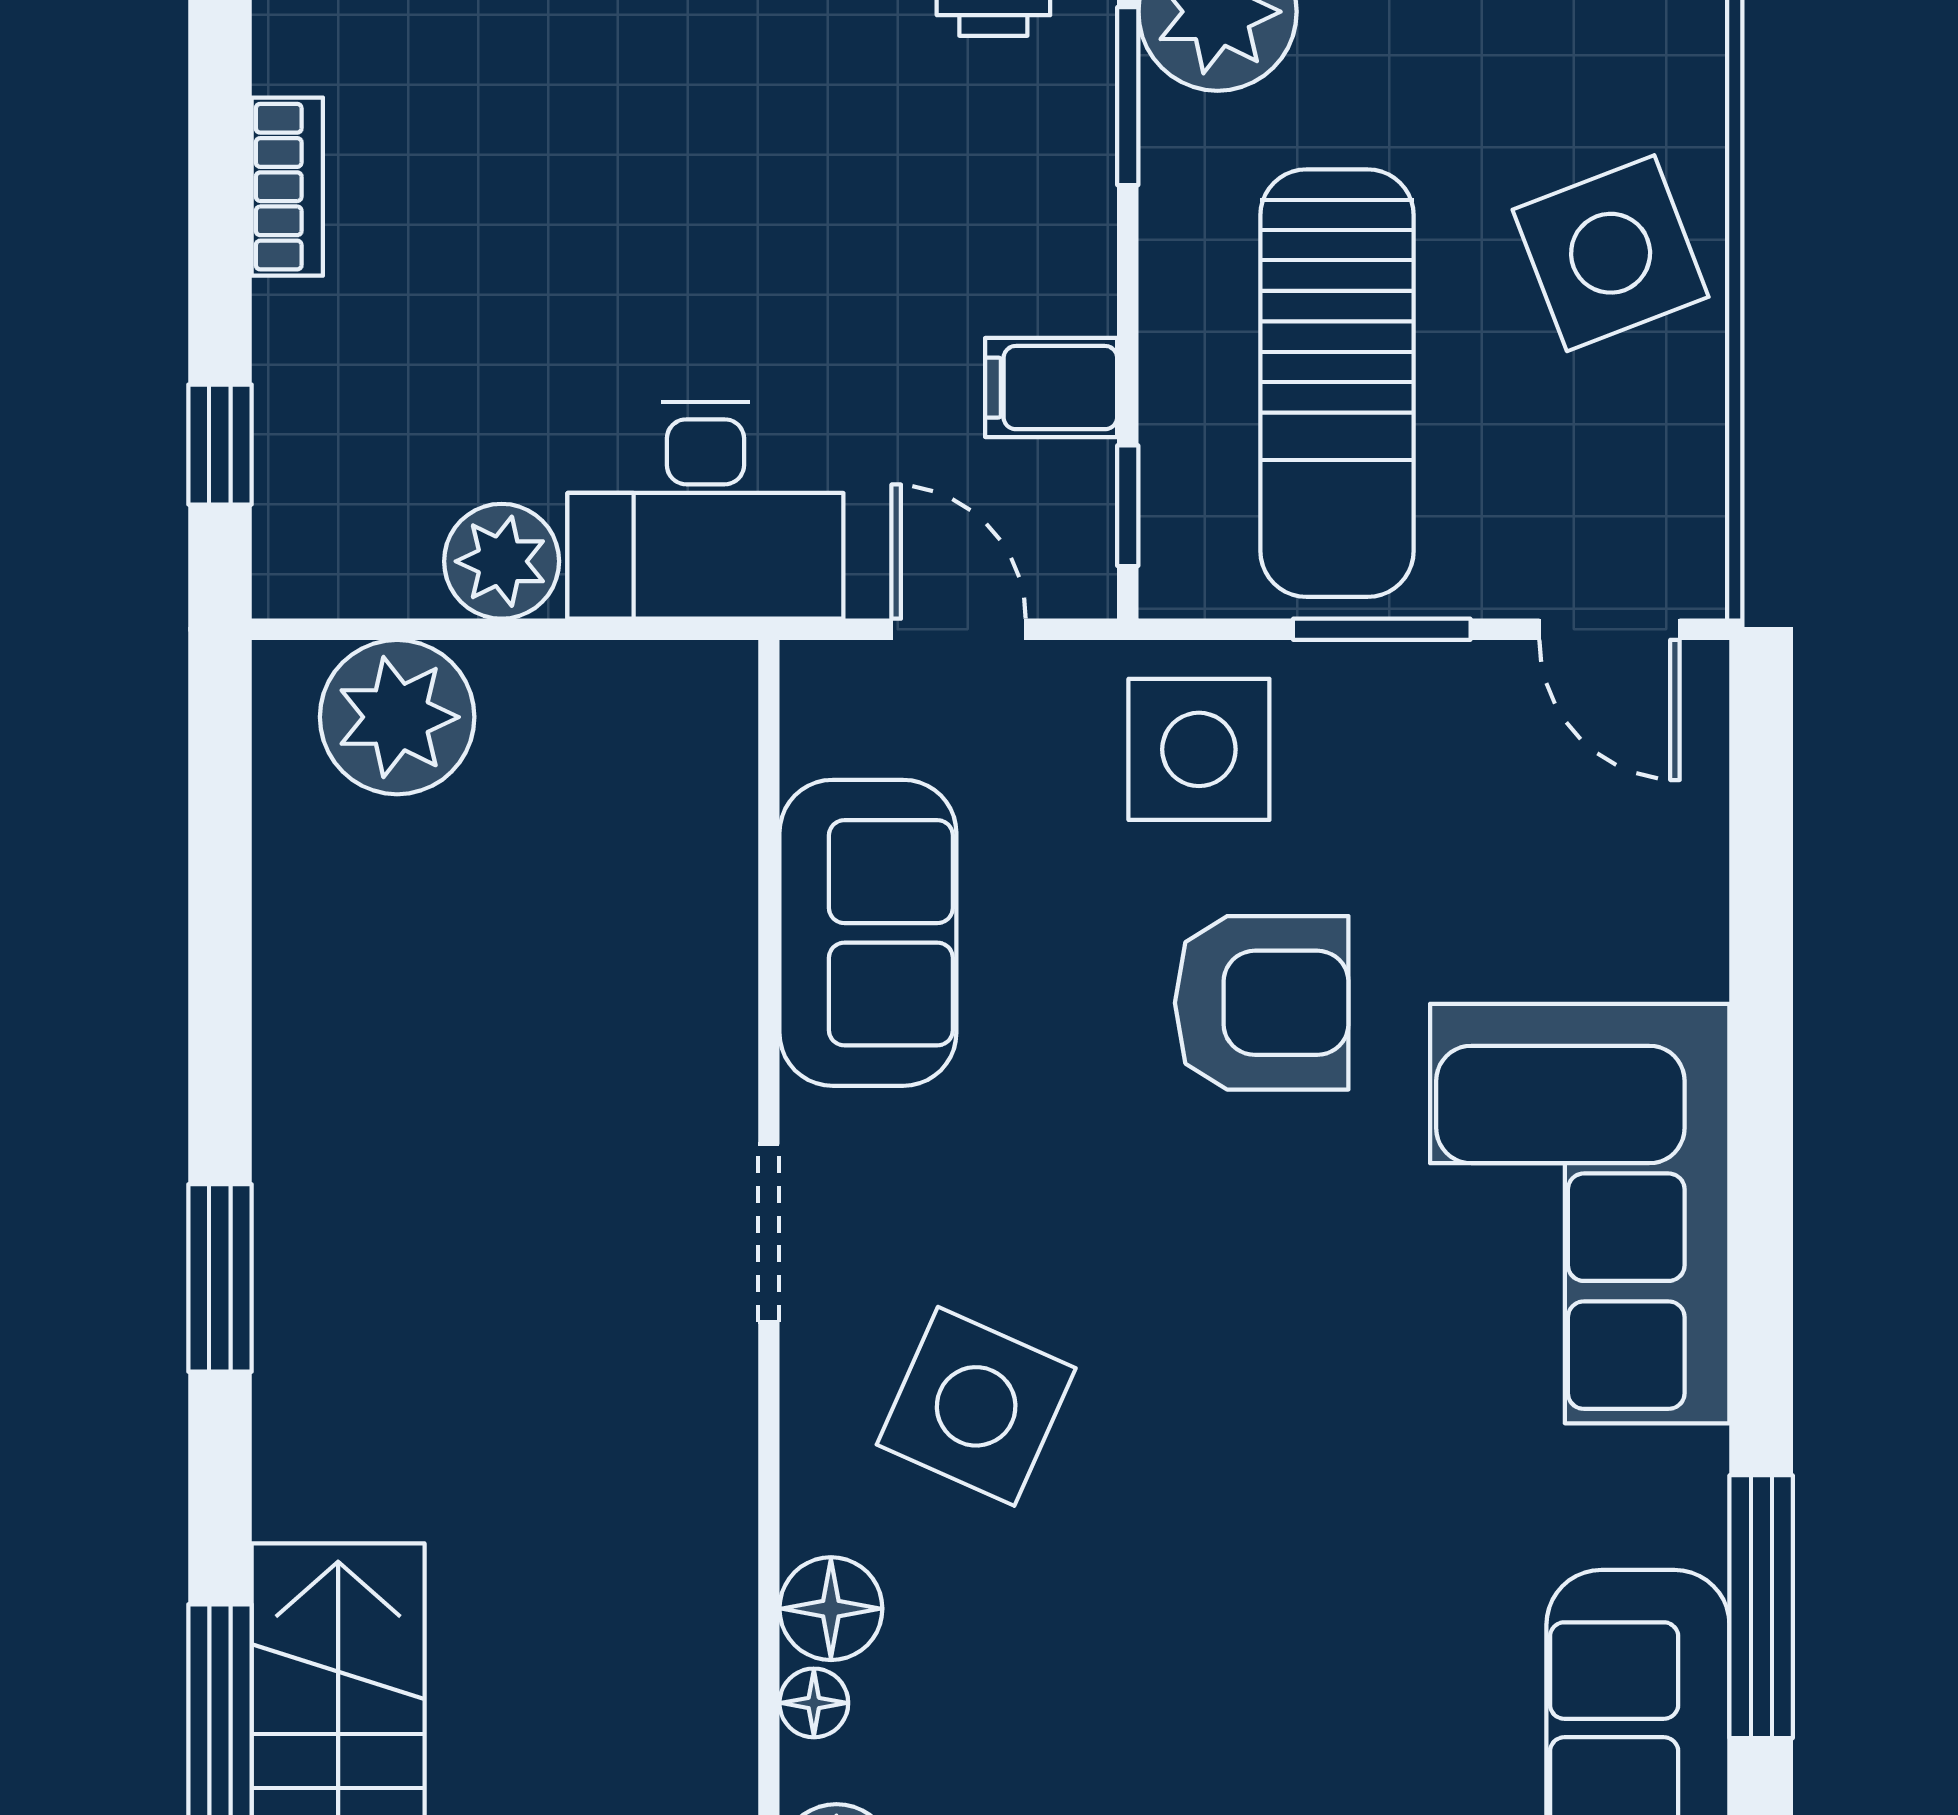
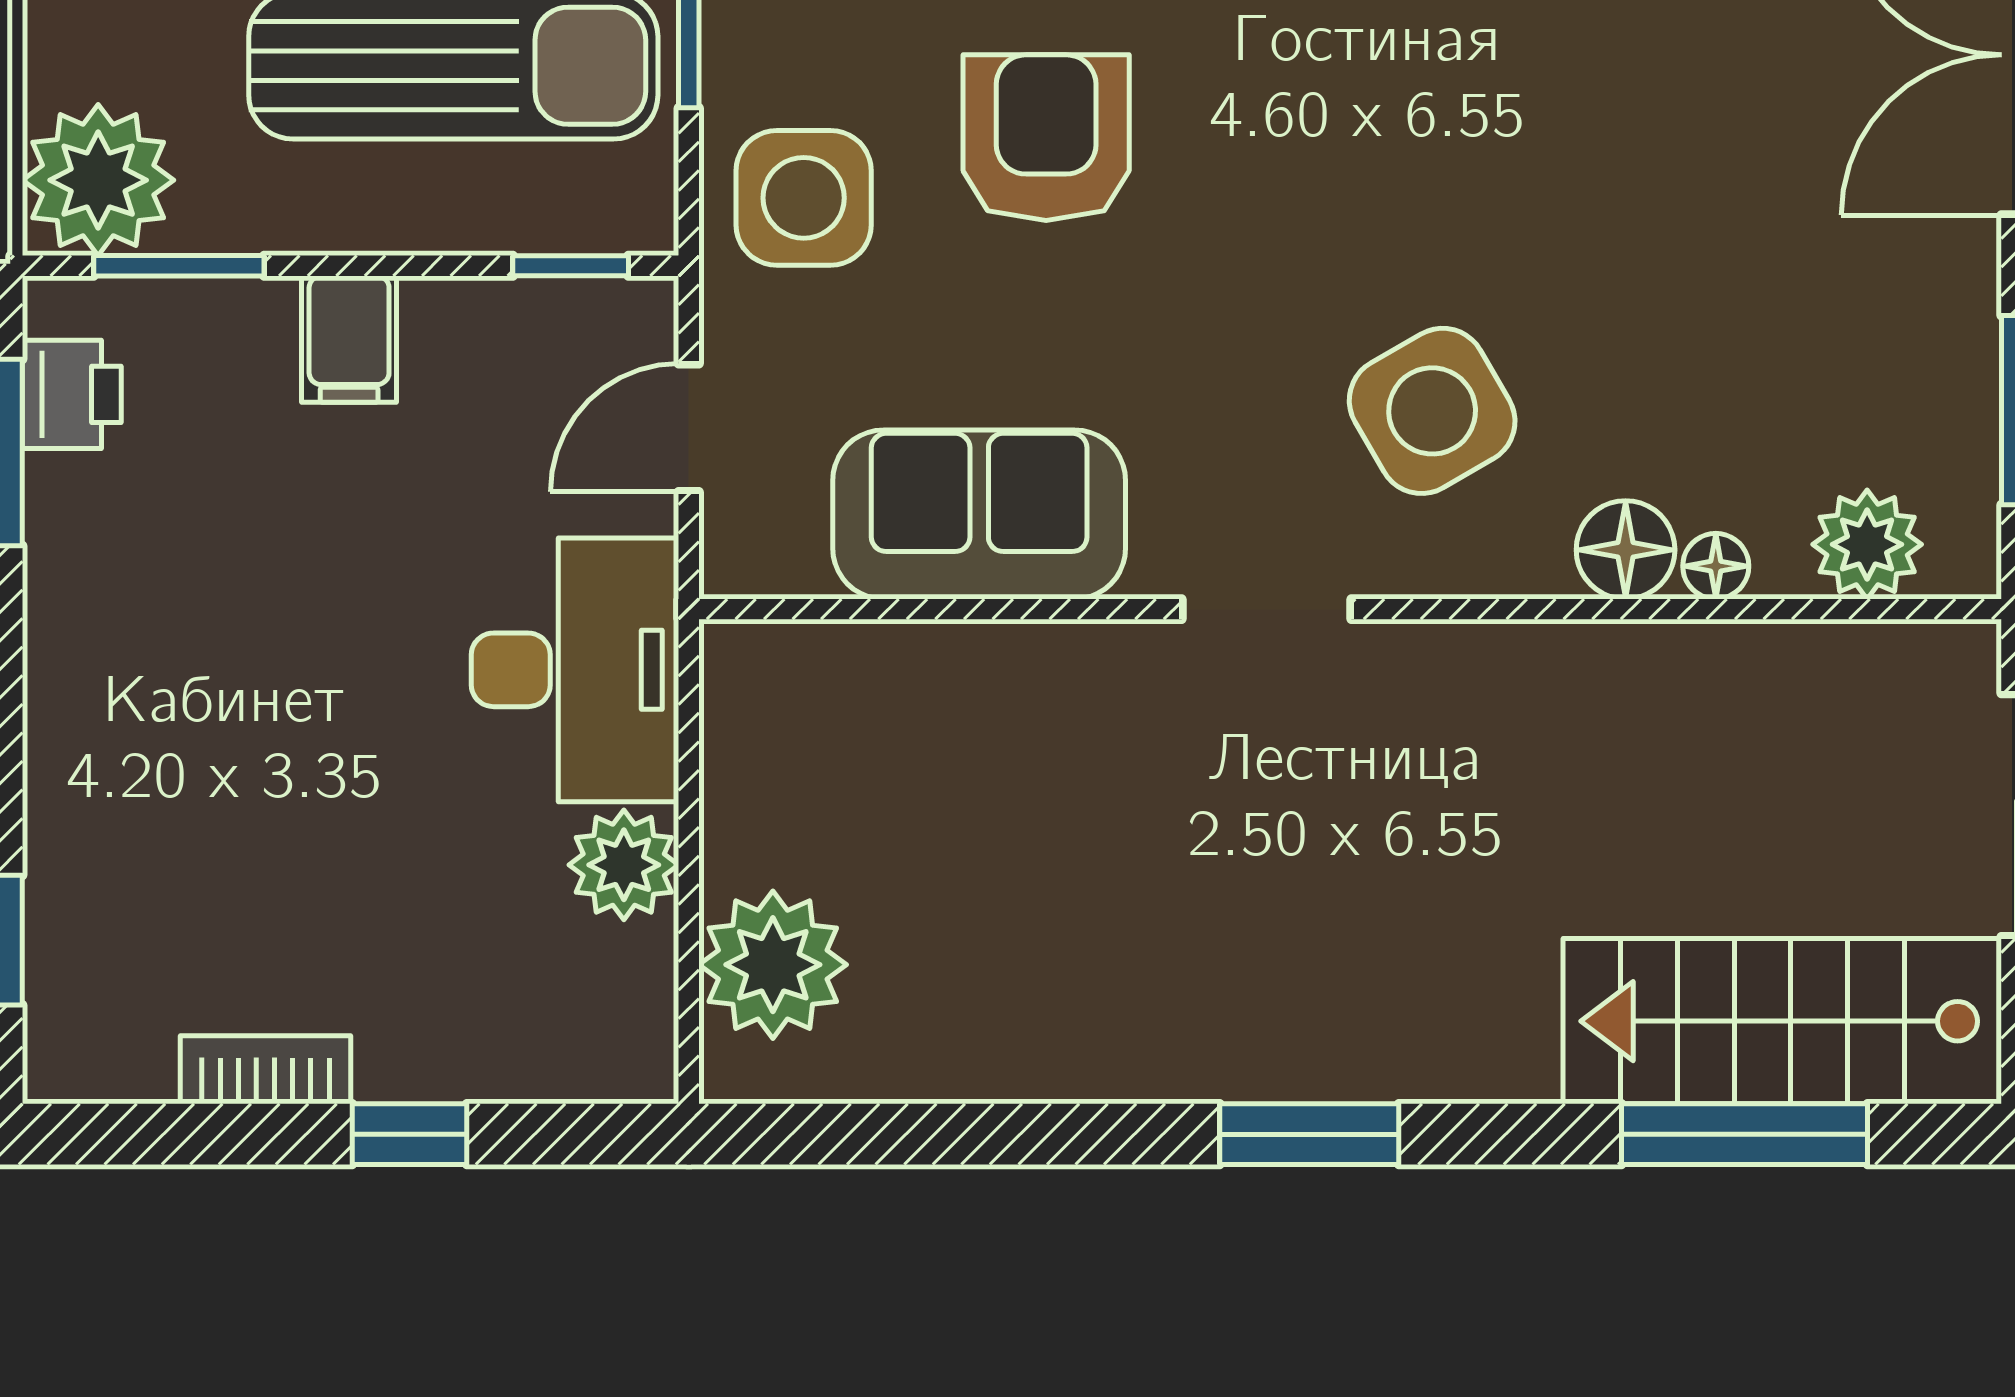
filing cabinet: (1051, 388) -> (349, 339), moved
window: (220, 445) -> (409, 1134), moved
side table: (976, 1406) -> (1432, 411), turned 36

